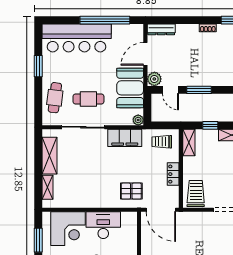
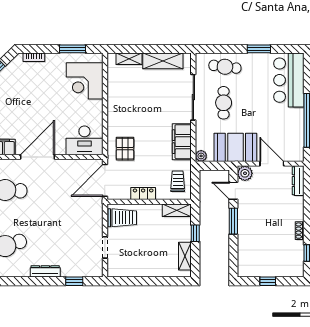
bar counter: (77, 38) -> (289, 80), width x0.73
door: (171, 90) -> (233, 191), hinge flipped
desk: (103, 225) -> (84, 140), moved, turned 90

